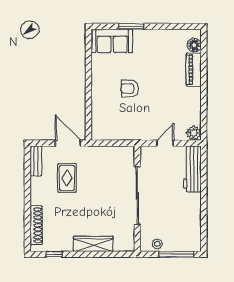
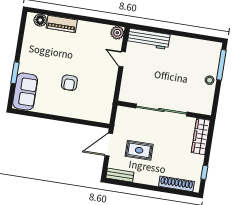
sliding door: (137, 196) -> (161, 110), moved
wall: (137, 199) -> (164, 110), moved

